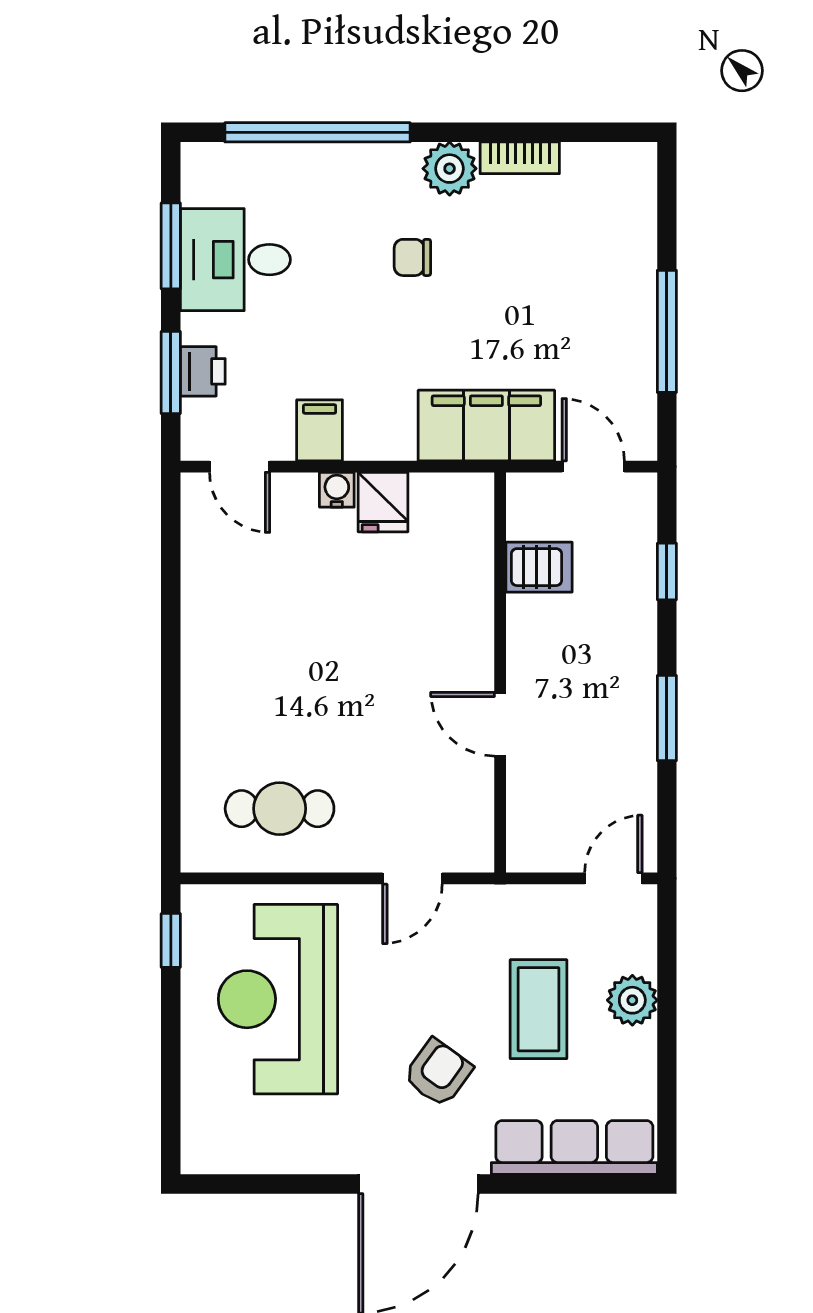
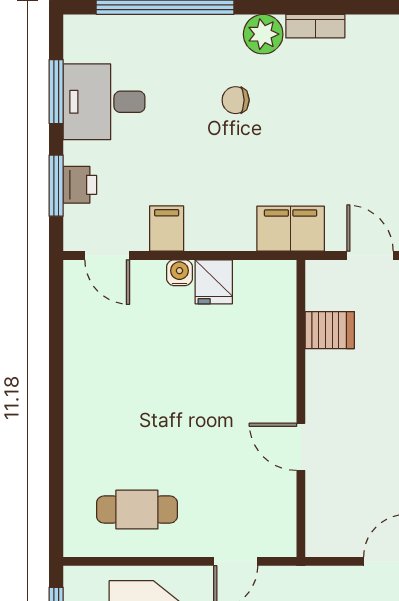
filing cabinet: (486, 425) -> (291, 229), width x0.67, depth x0.86

